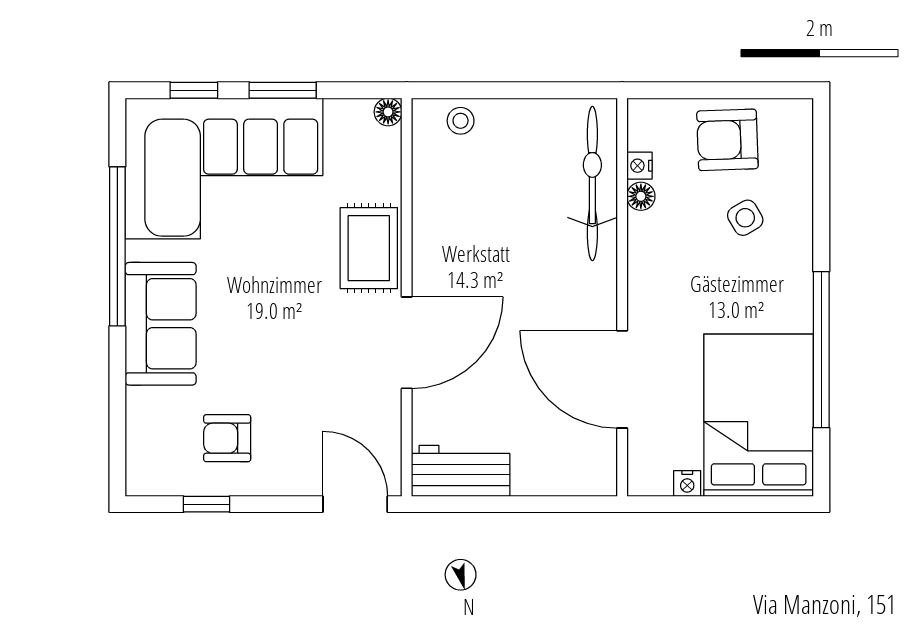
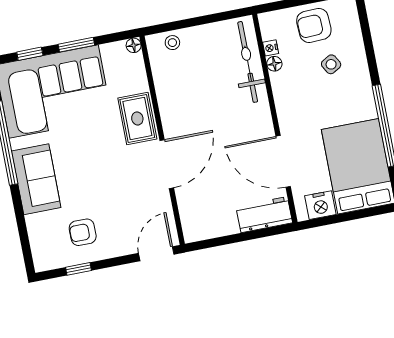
workbench: (461, 471) -> (264, 215), moved
nightstand: (687, 483) -> (320, 205), width x1.89, depth x1.79
door: (355, 504) -> (156, 254), hinge flipped

